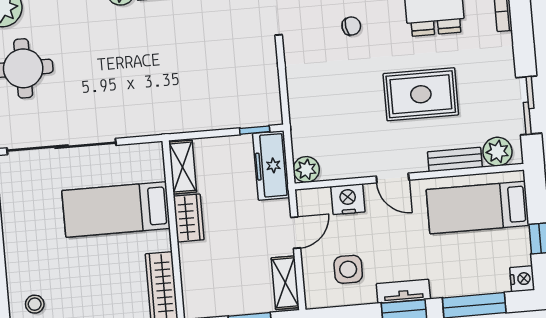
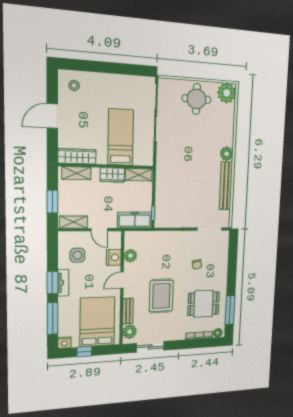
plant: (306, 169) -> (130, 256), moved
bed: (478, 207) -> (97, 322), width x1.50
shelving: (193, 285) -> (76, 173), added

